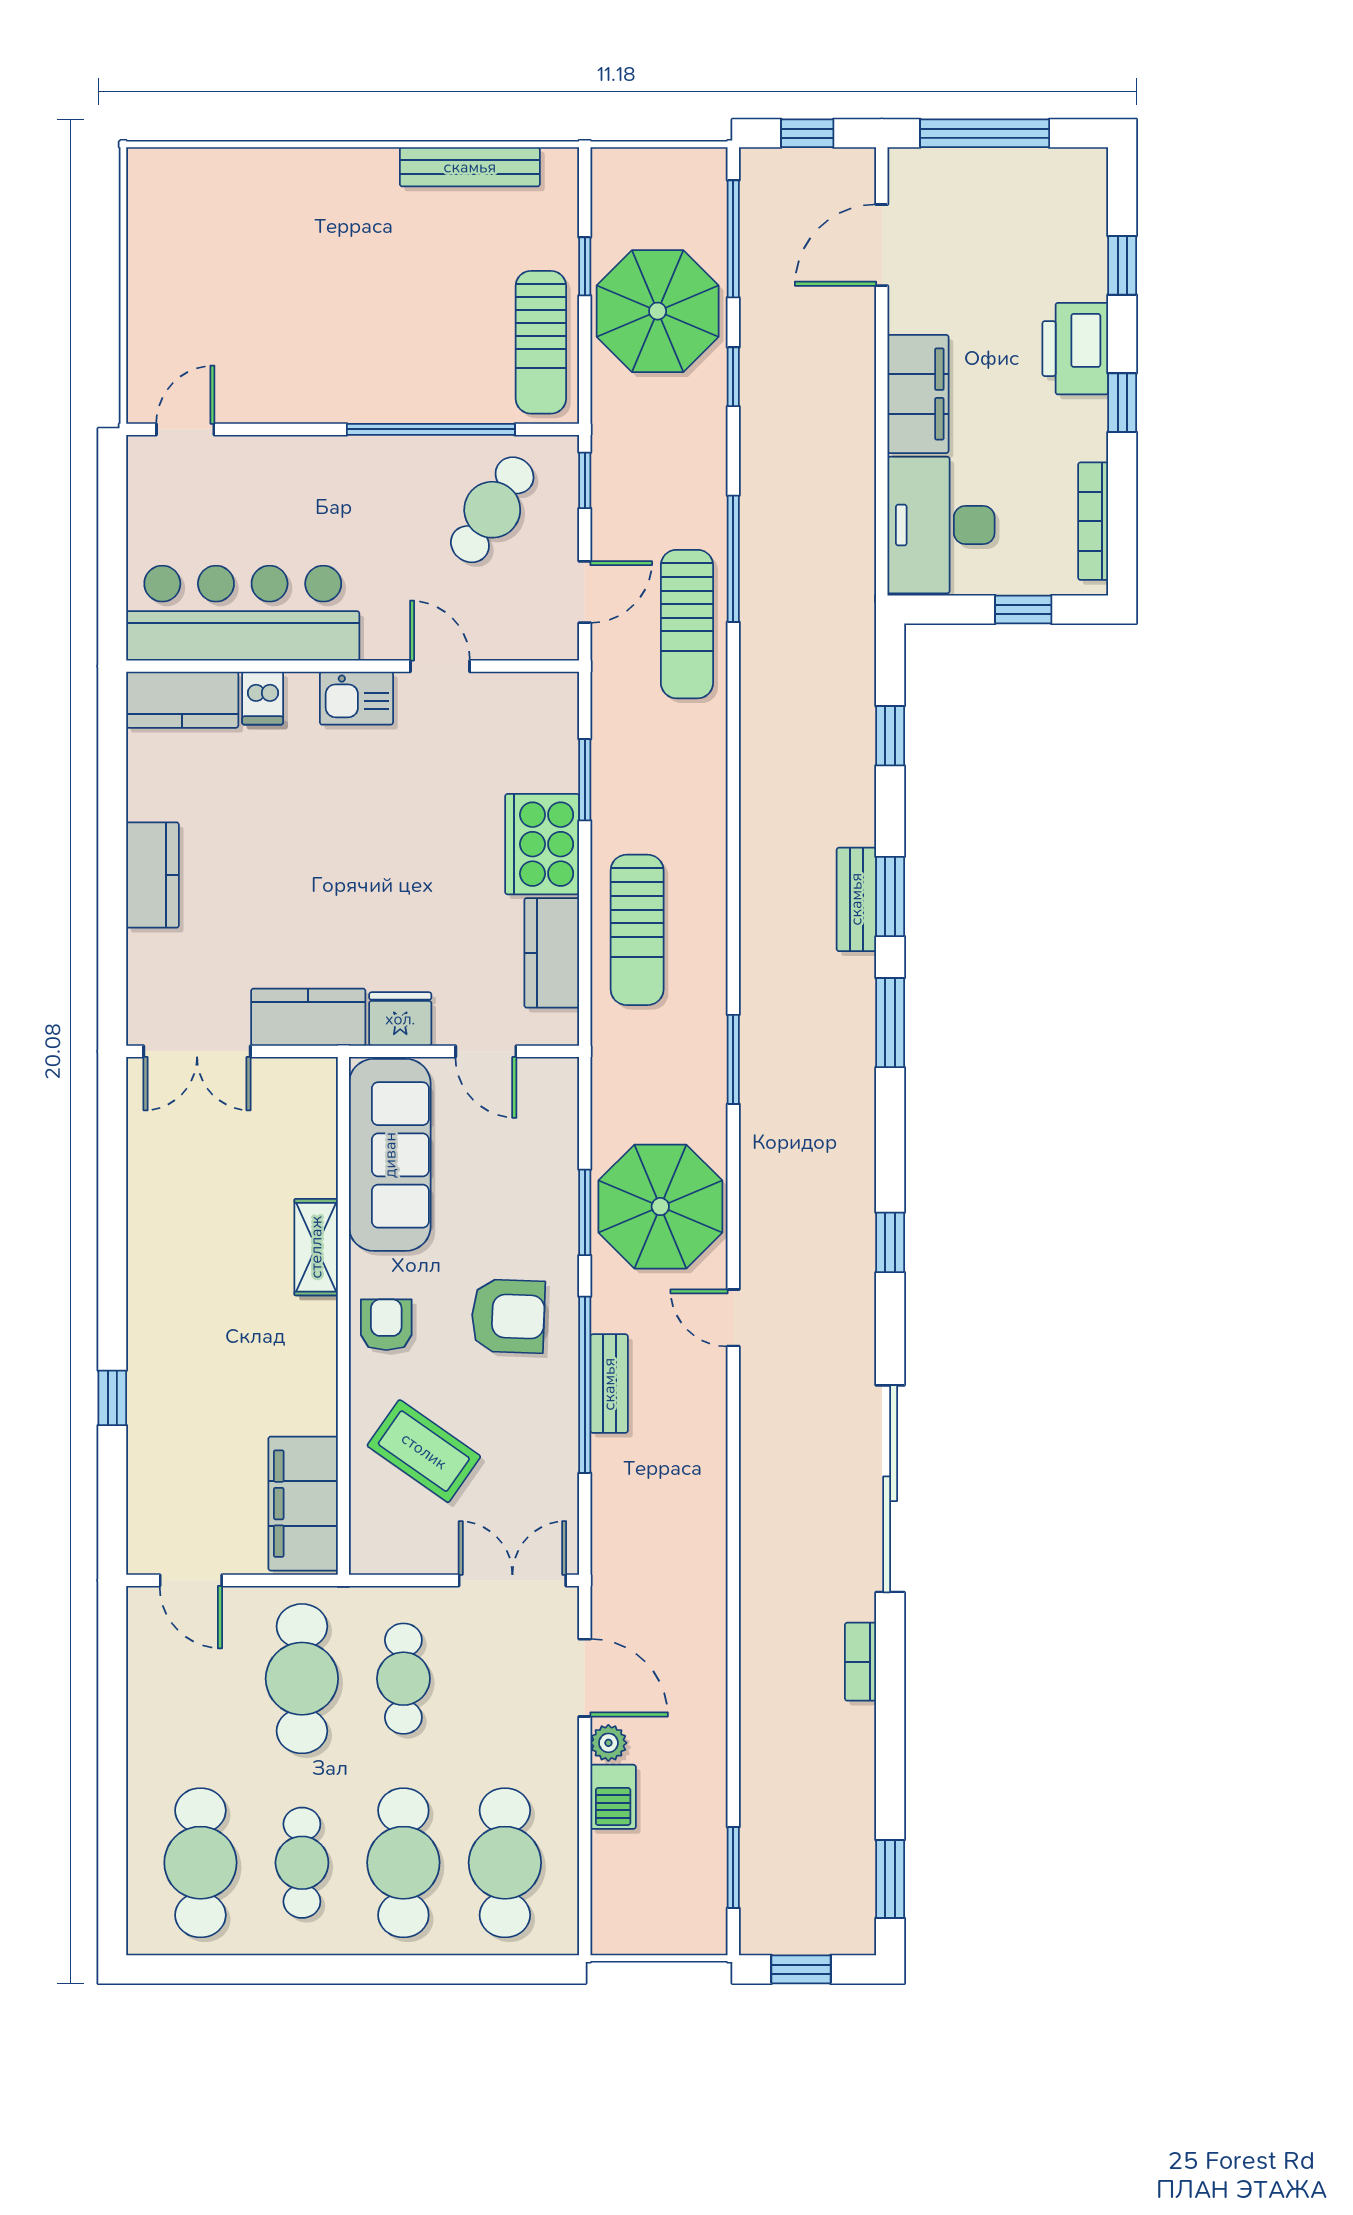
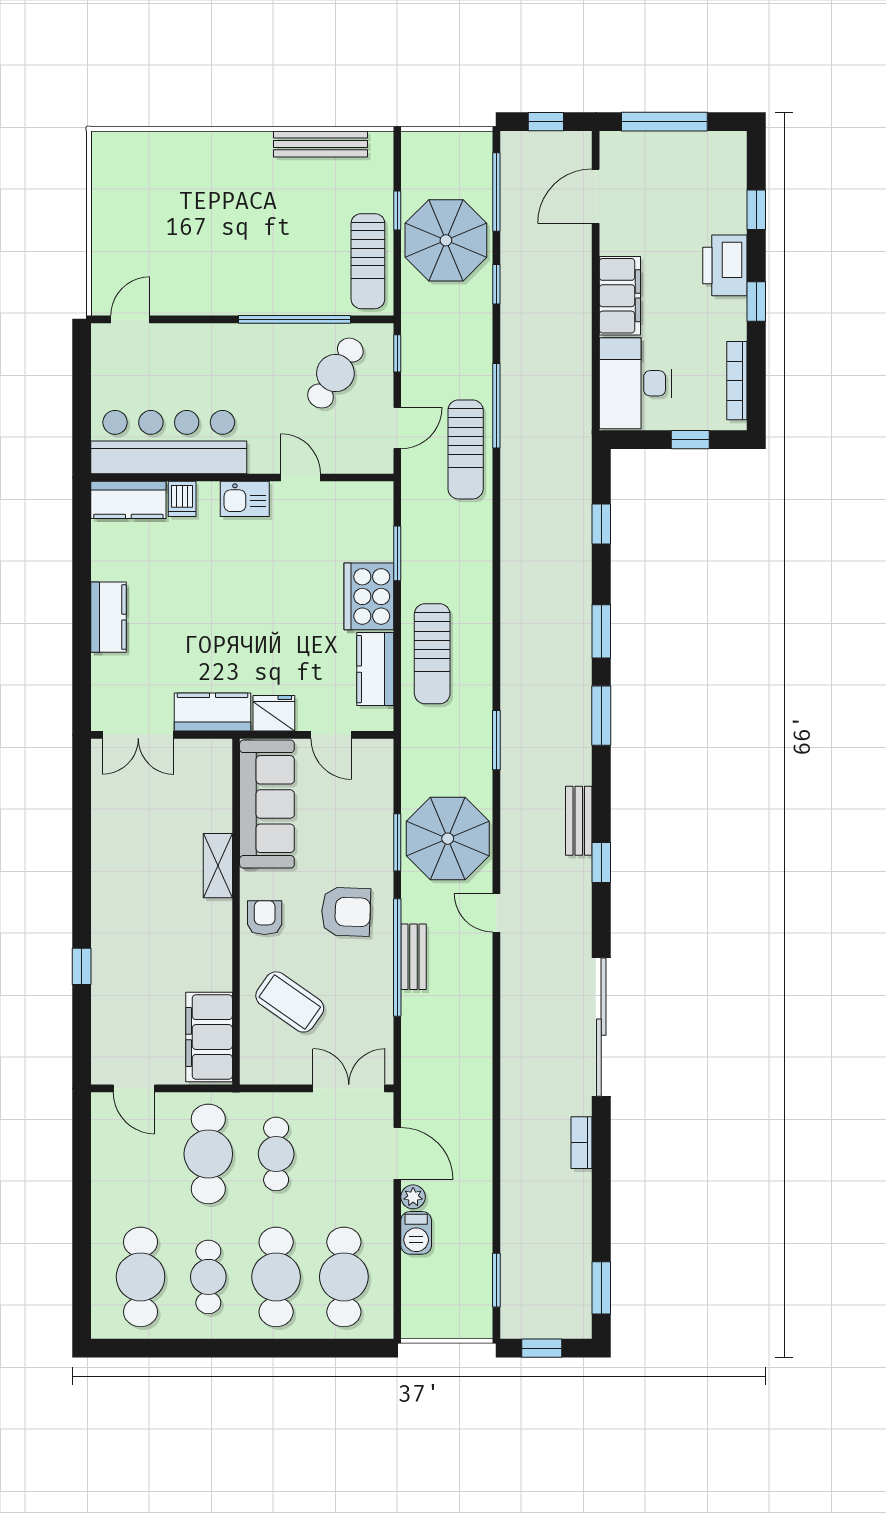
bench: (856, 899) -> (579, 821), moved

